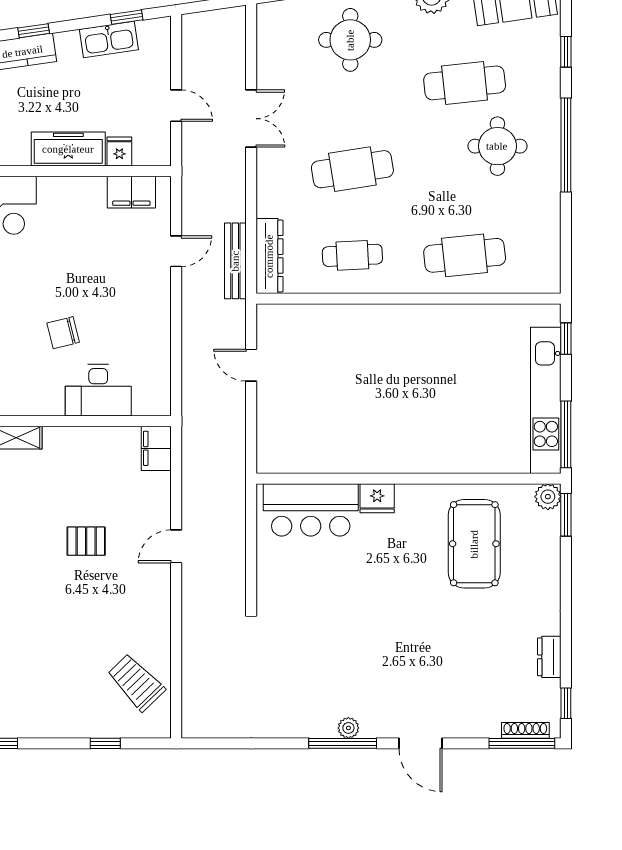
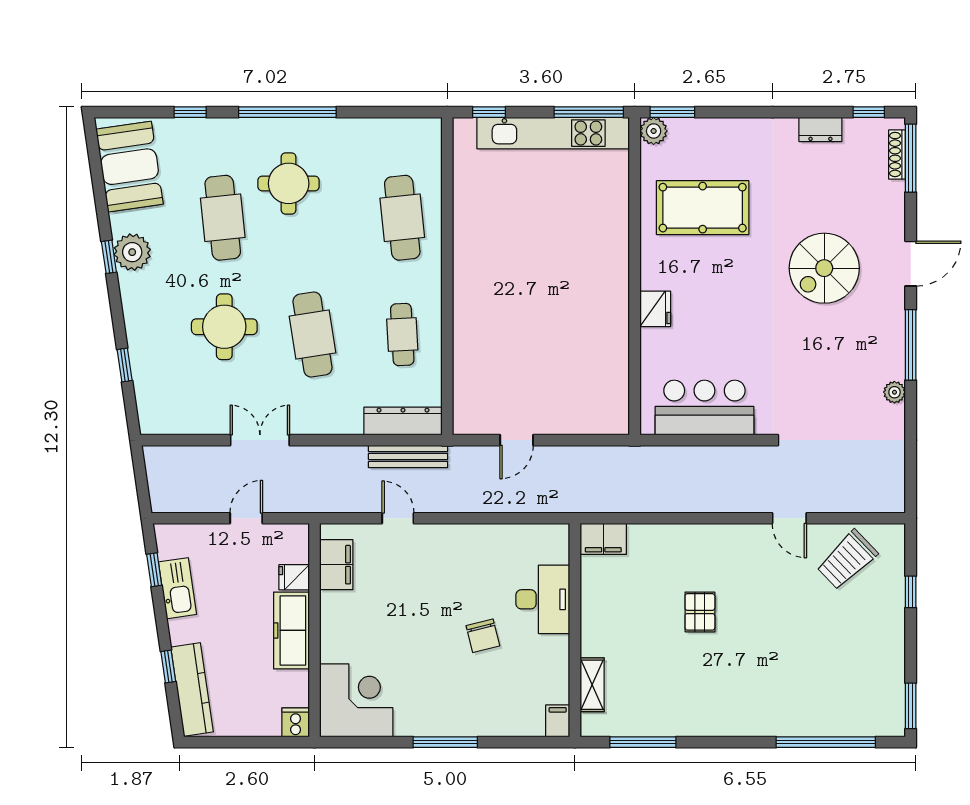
round table: (350, 40) -> (224, 327), moved
bar counter: (311, 510) -> (704, 408), moved, turned -90
door: (176, 546) -> (789, 518), moved
spiral stairs: (416, 660) -> (824, 268), added
plant: (348, 728) -> (894, 392), moved

